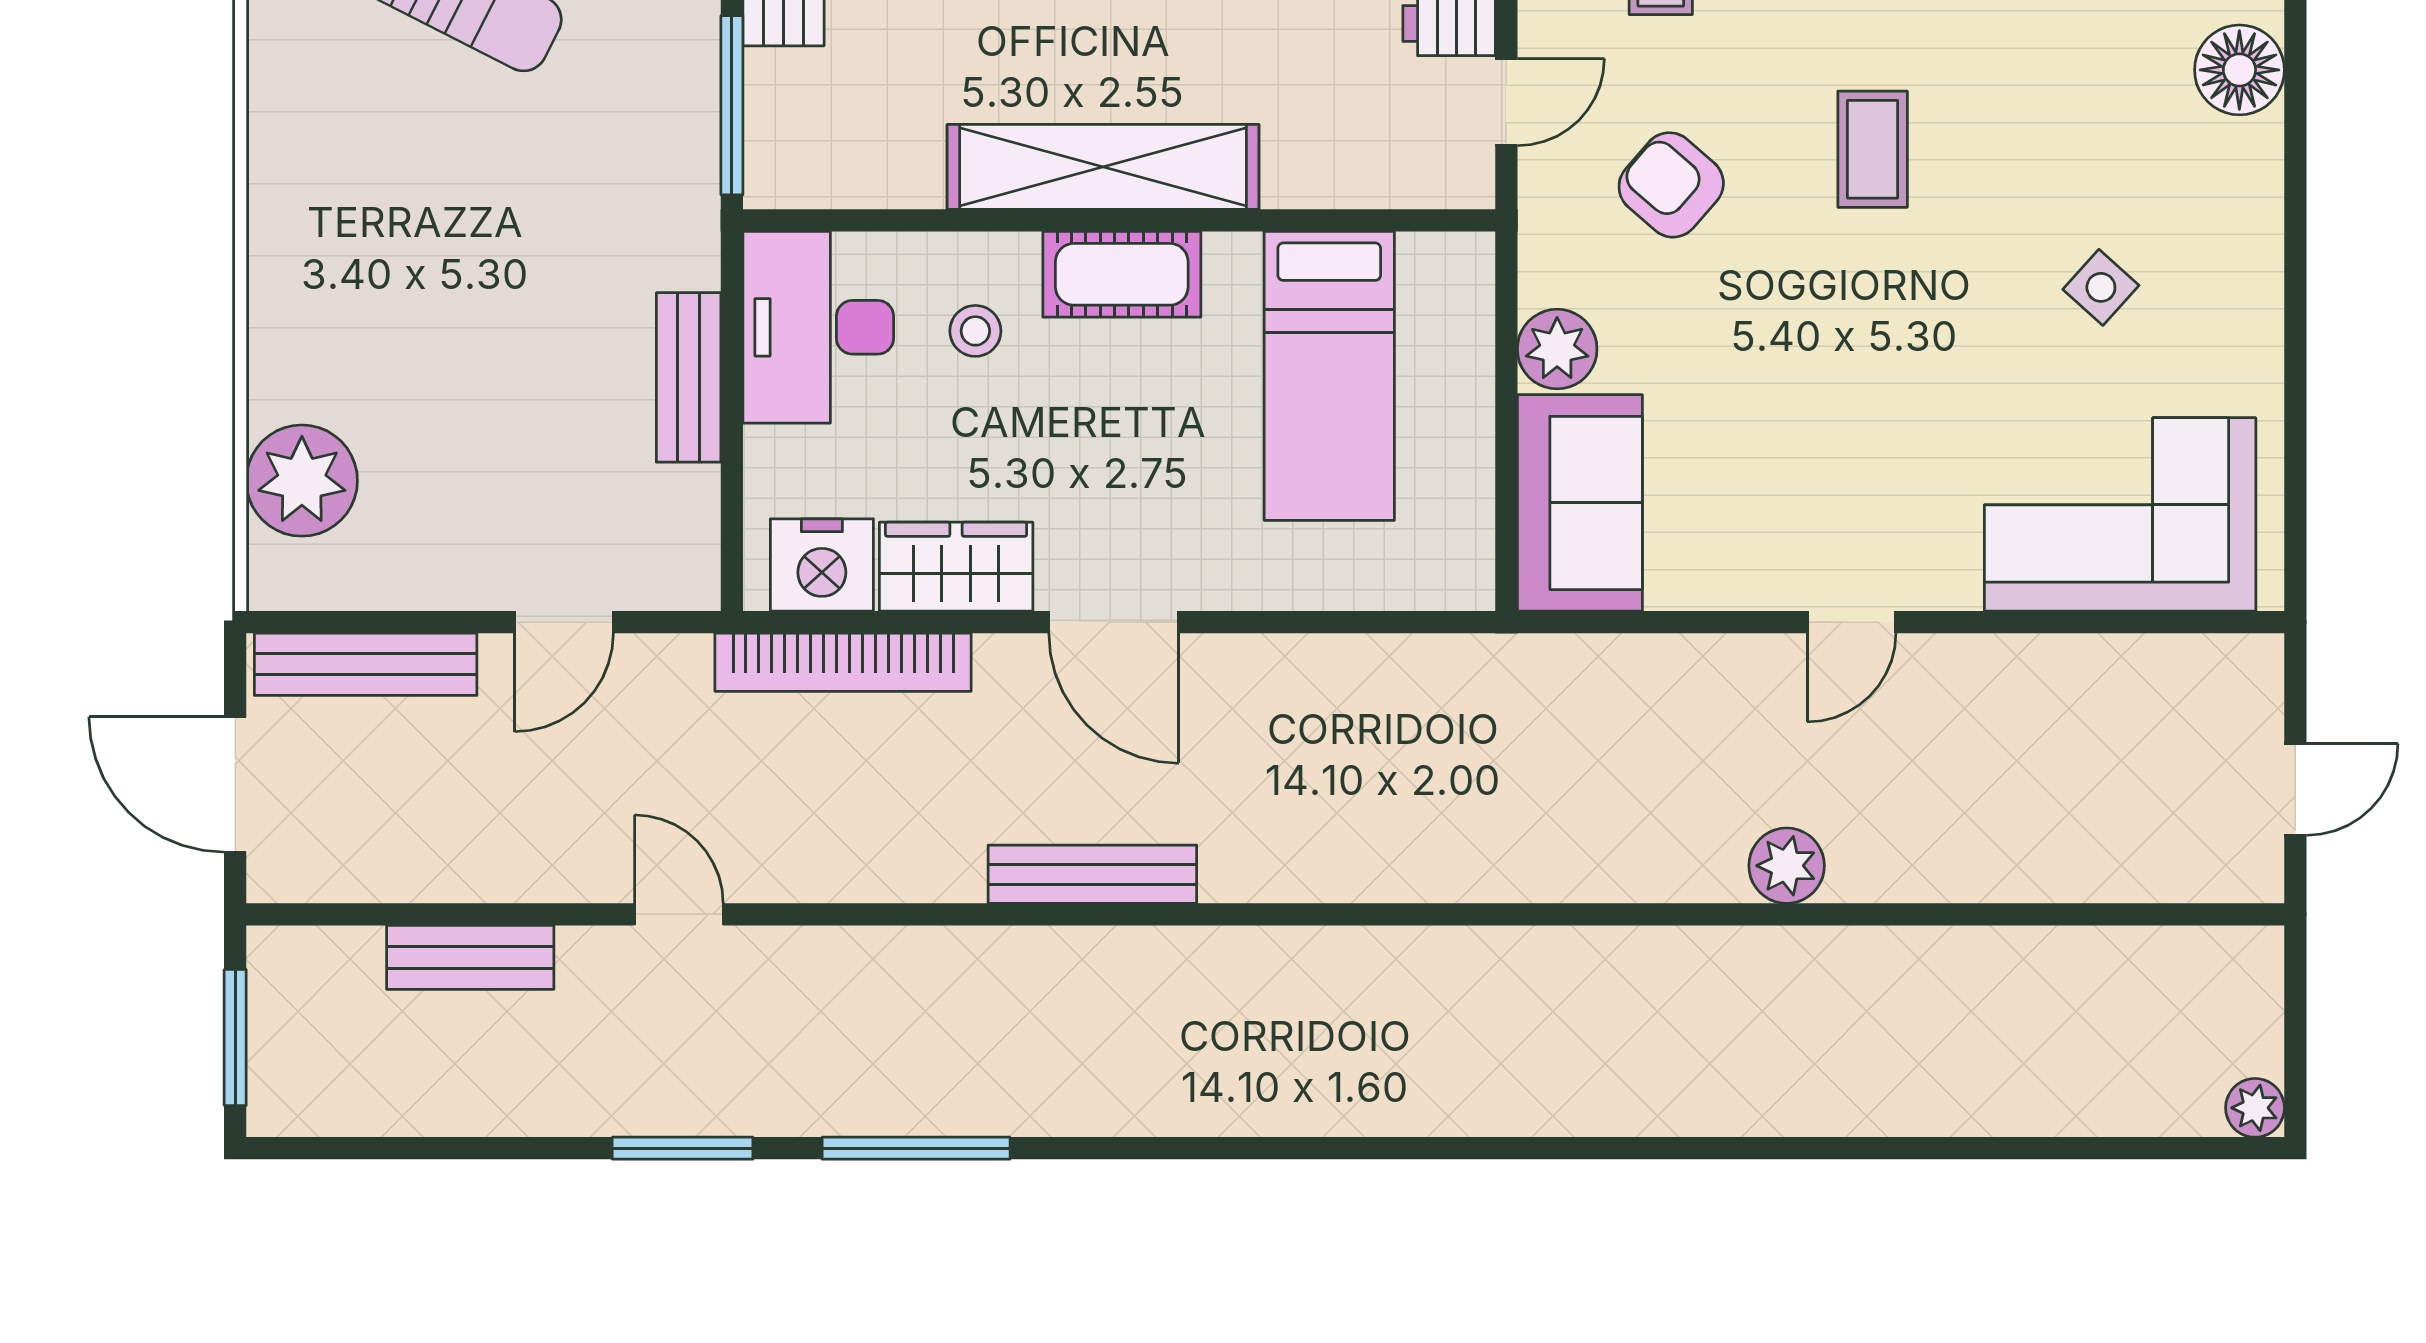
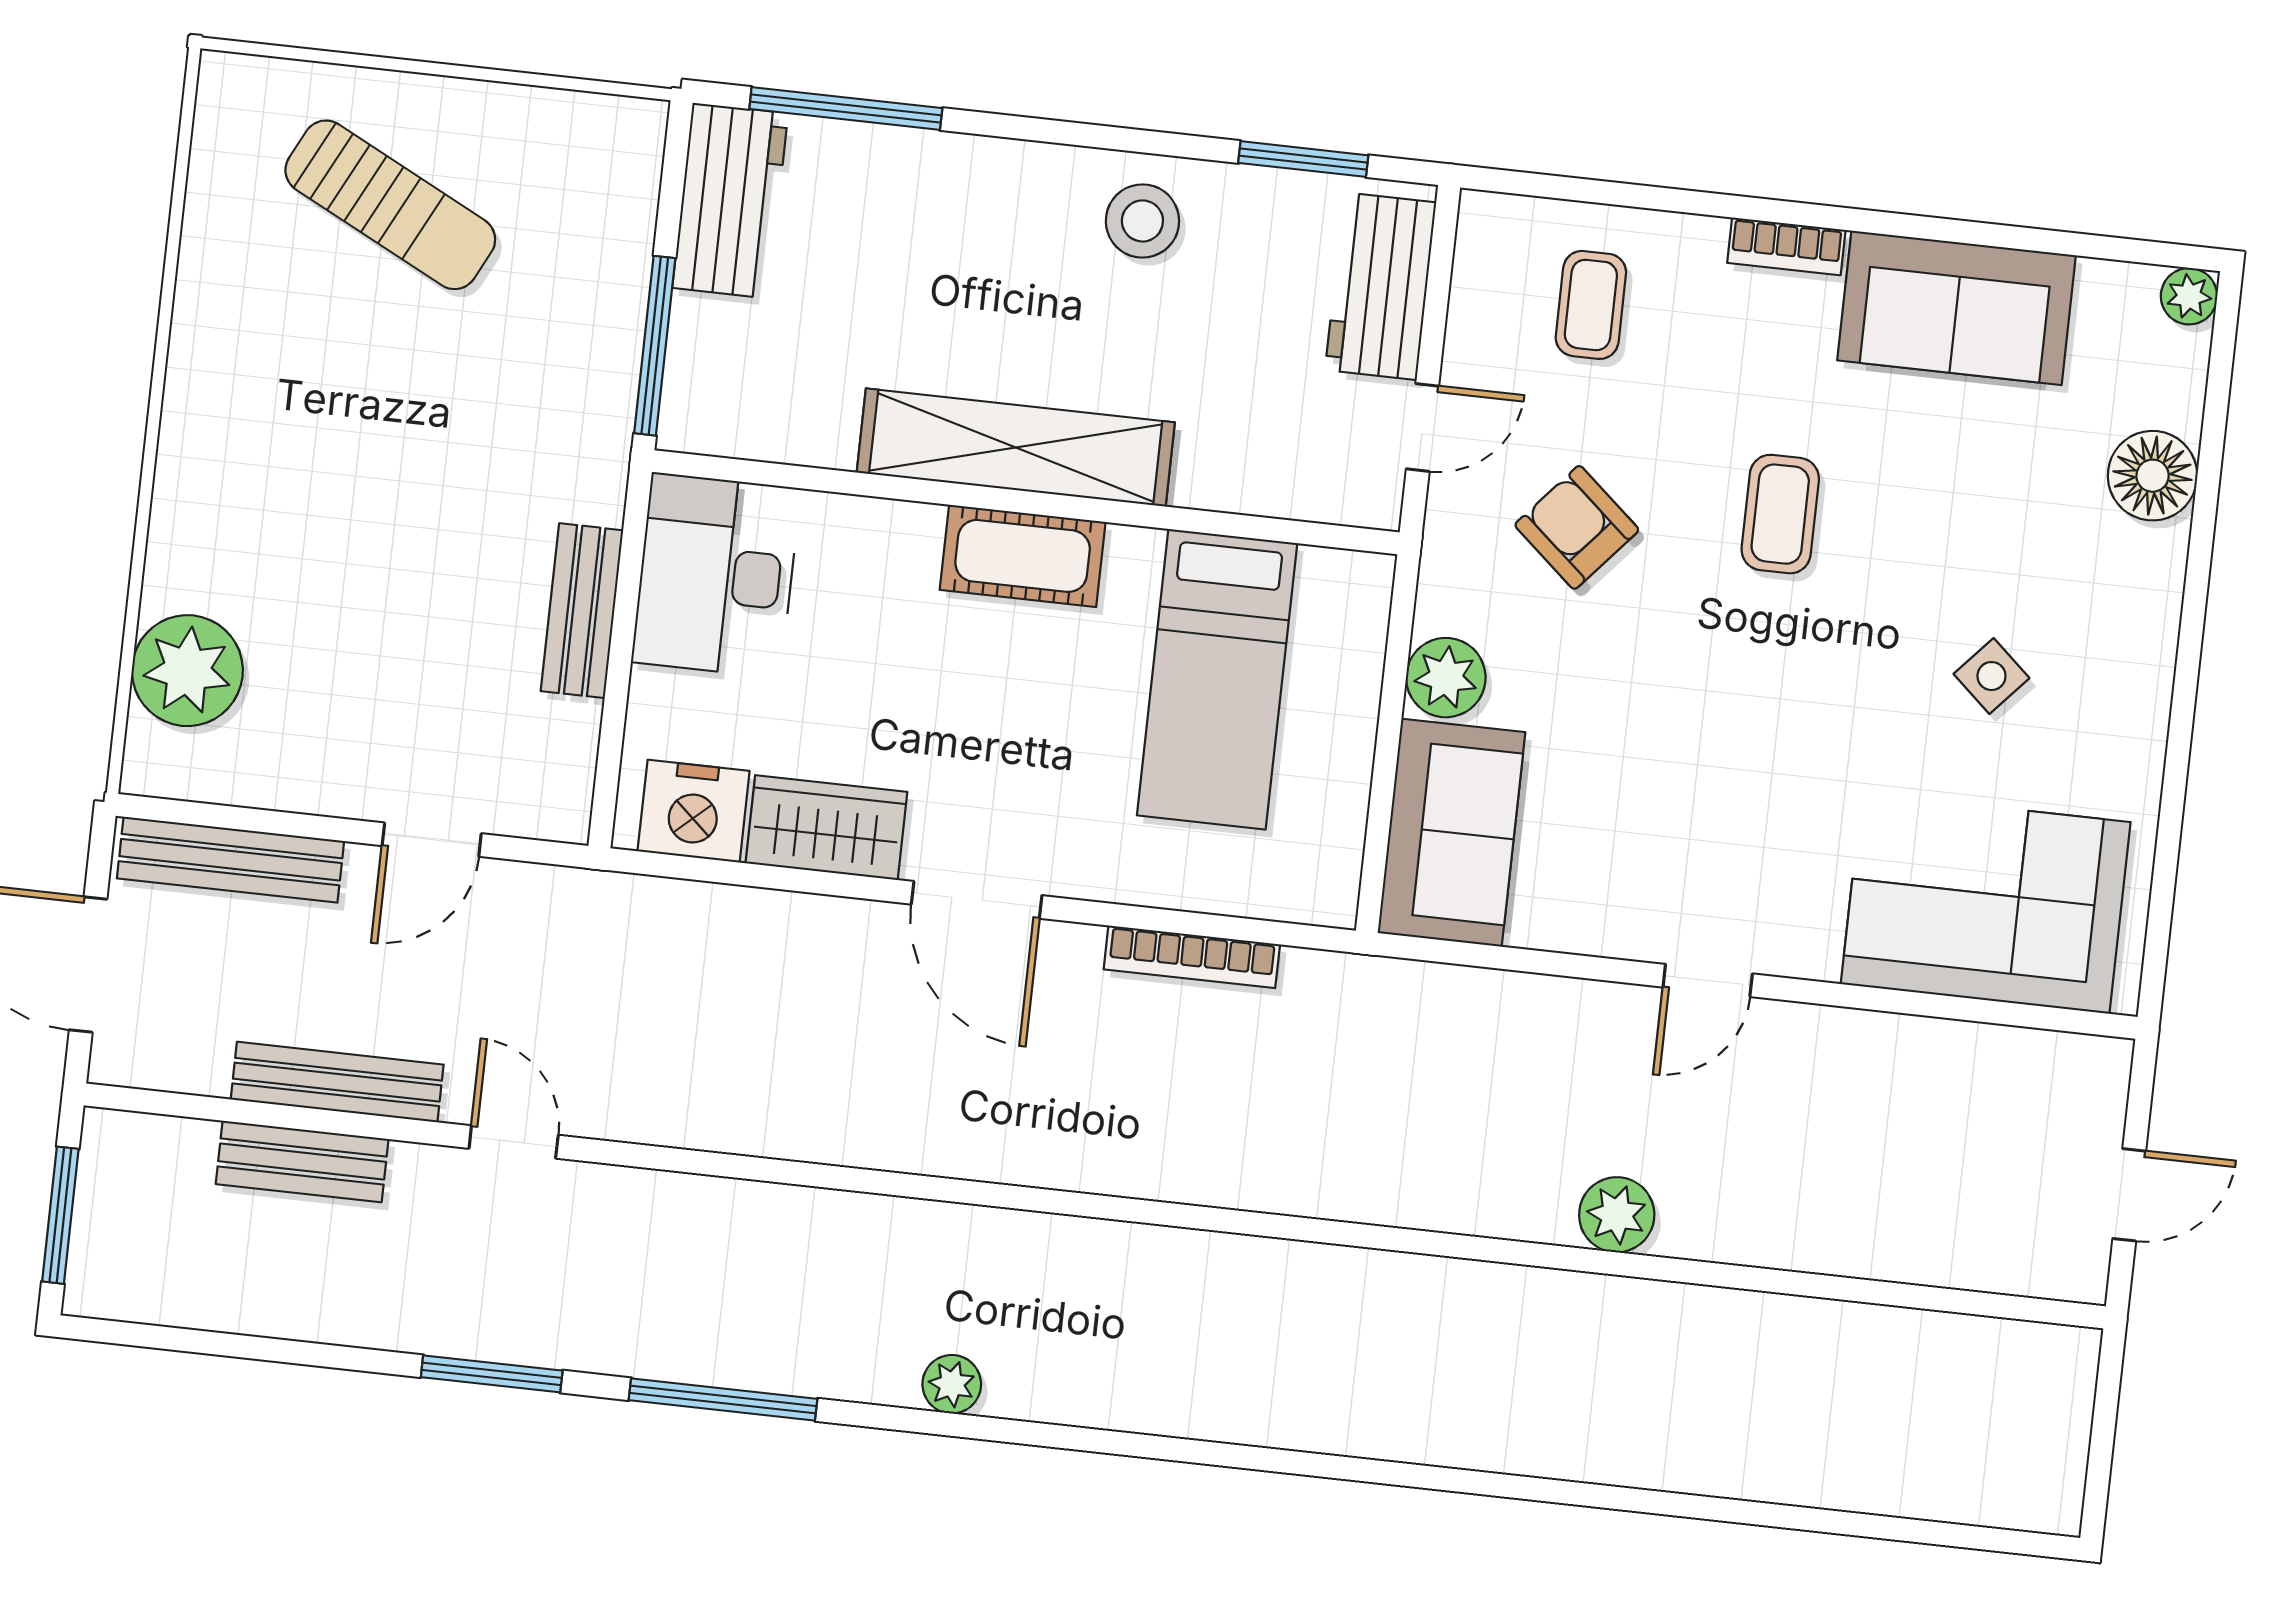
stool: (975, 331) -> (871, 596), removed
bookcase: (843, 662) -> (1192, 957), moved, width x0.68, depth x0.76
bench: (1092, 874) -> (337, 1082), moved
plant: (2255, 1108) -> (952, 1384), moved

